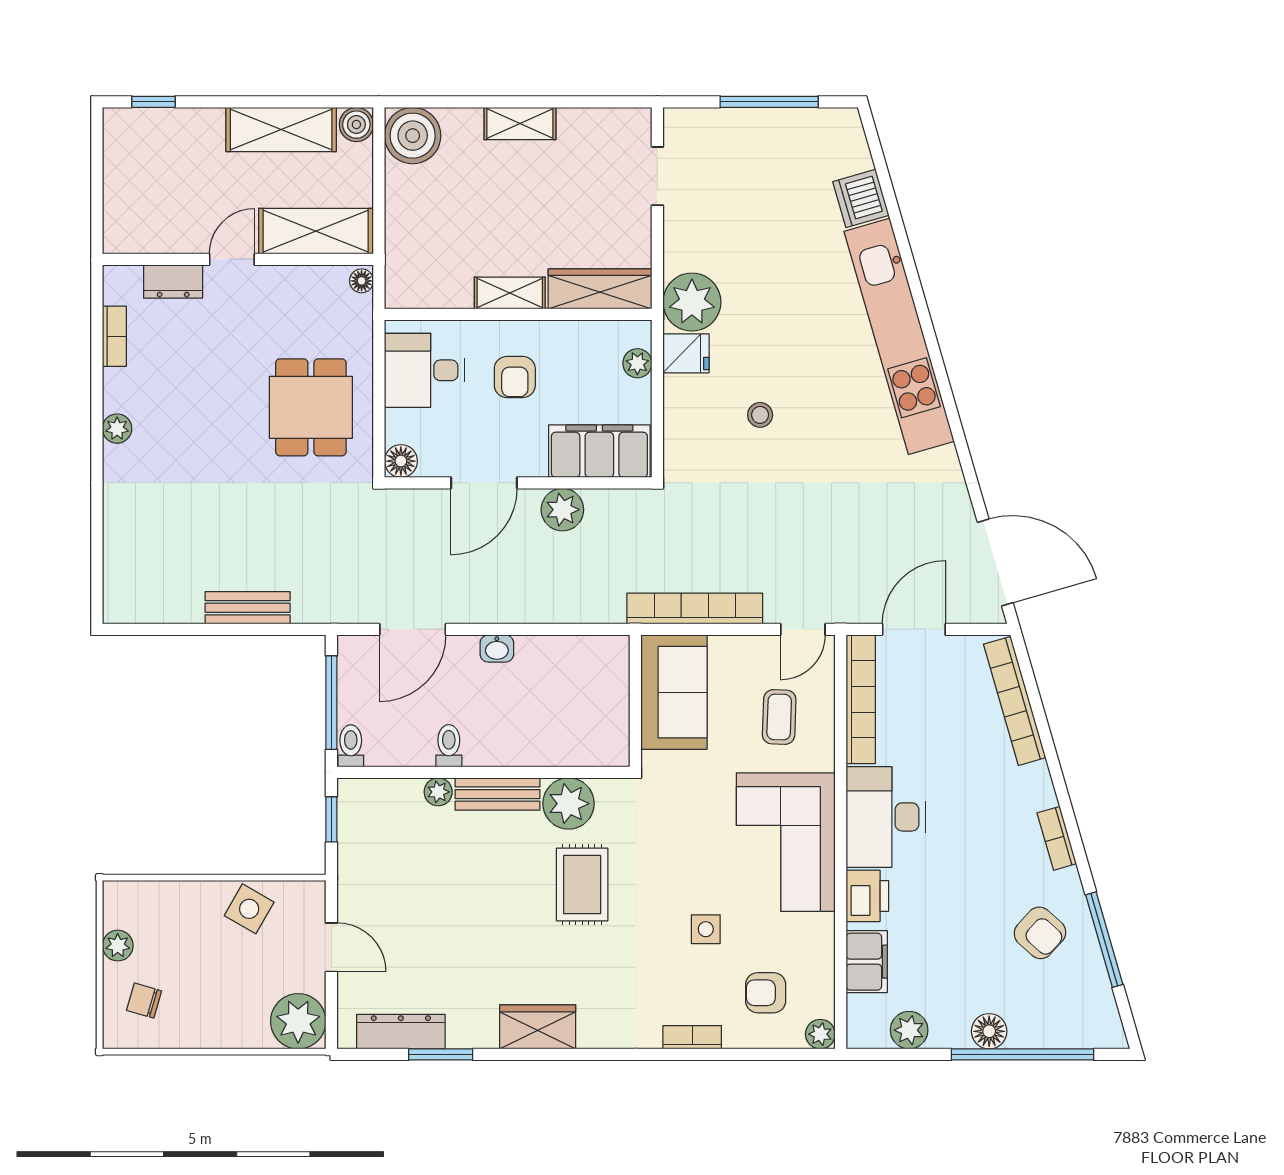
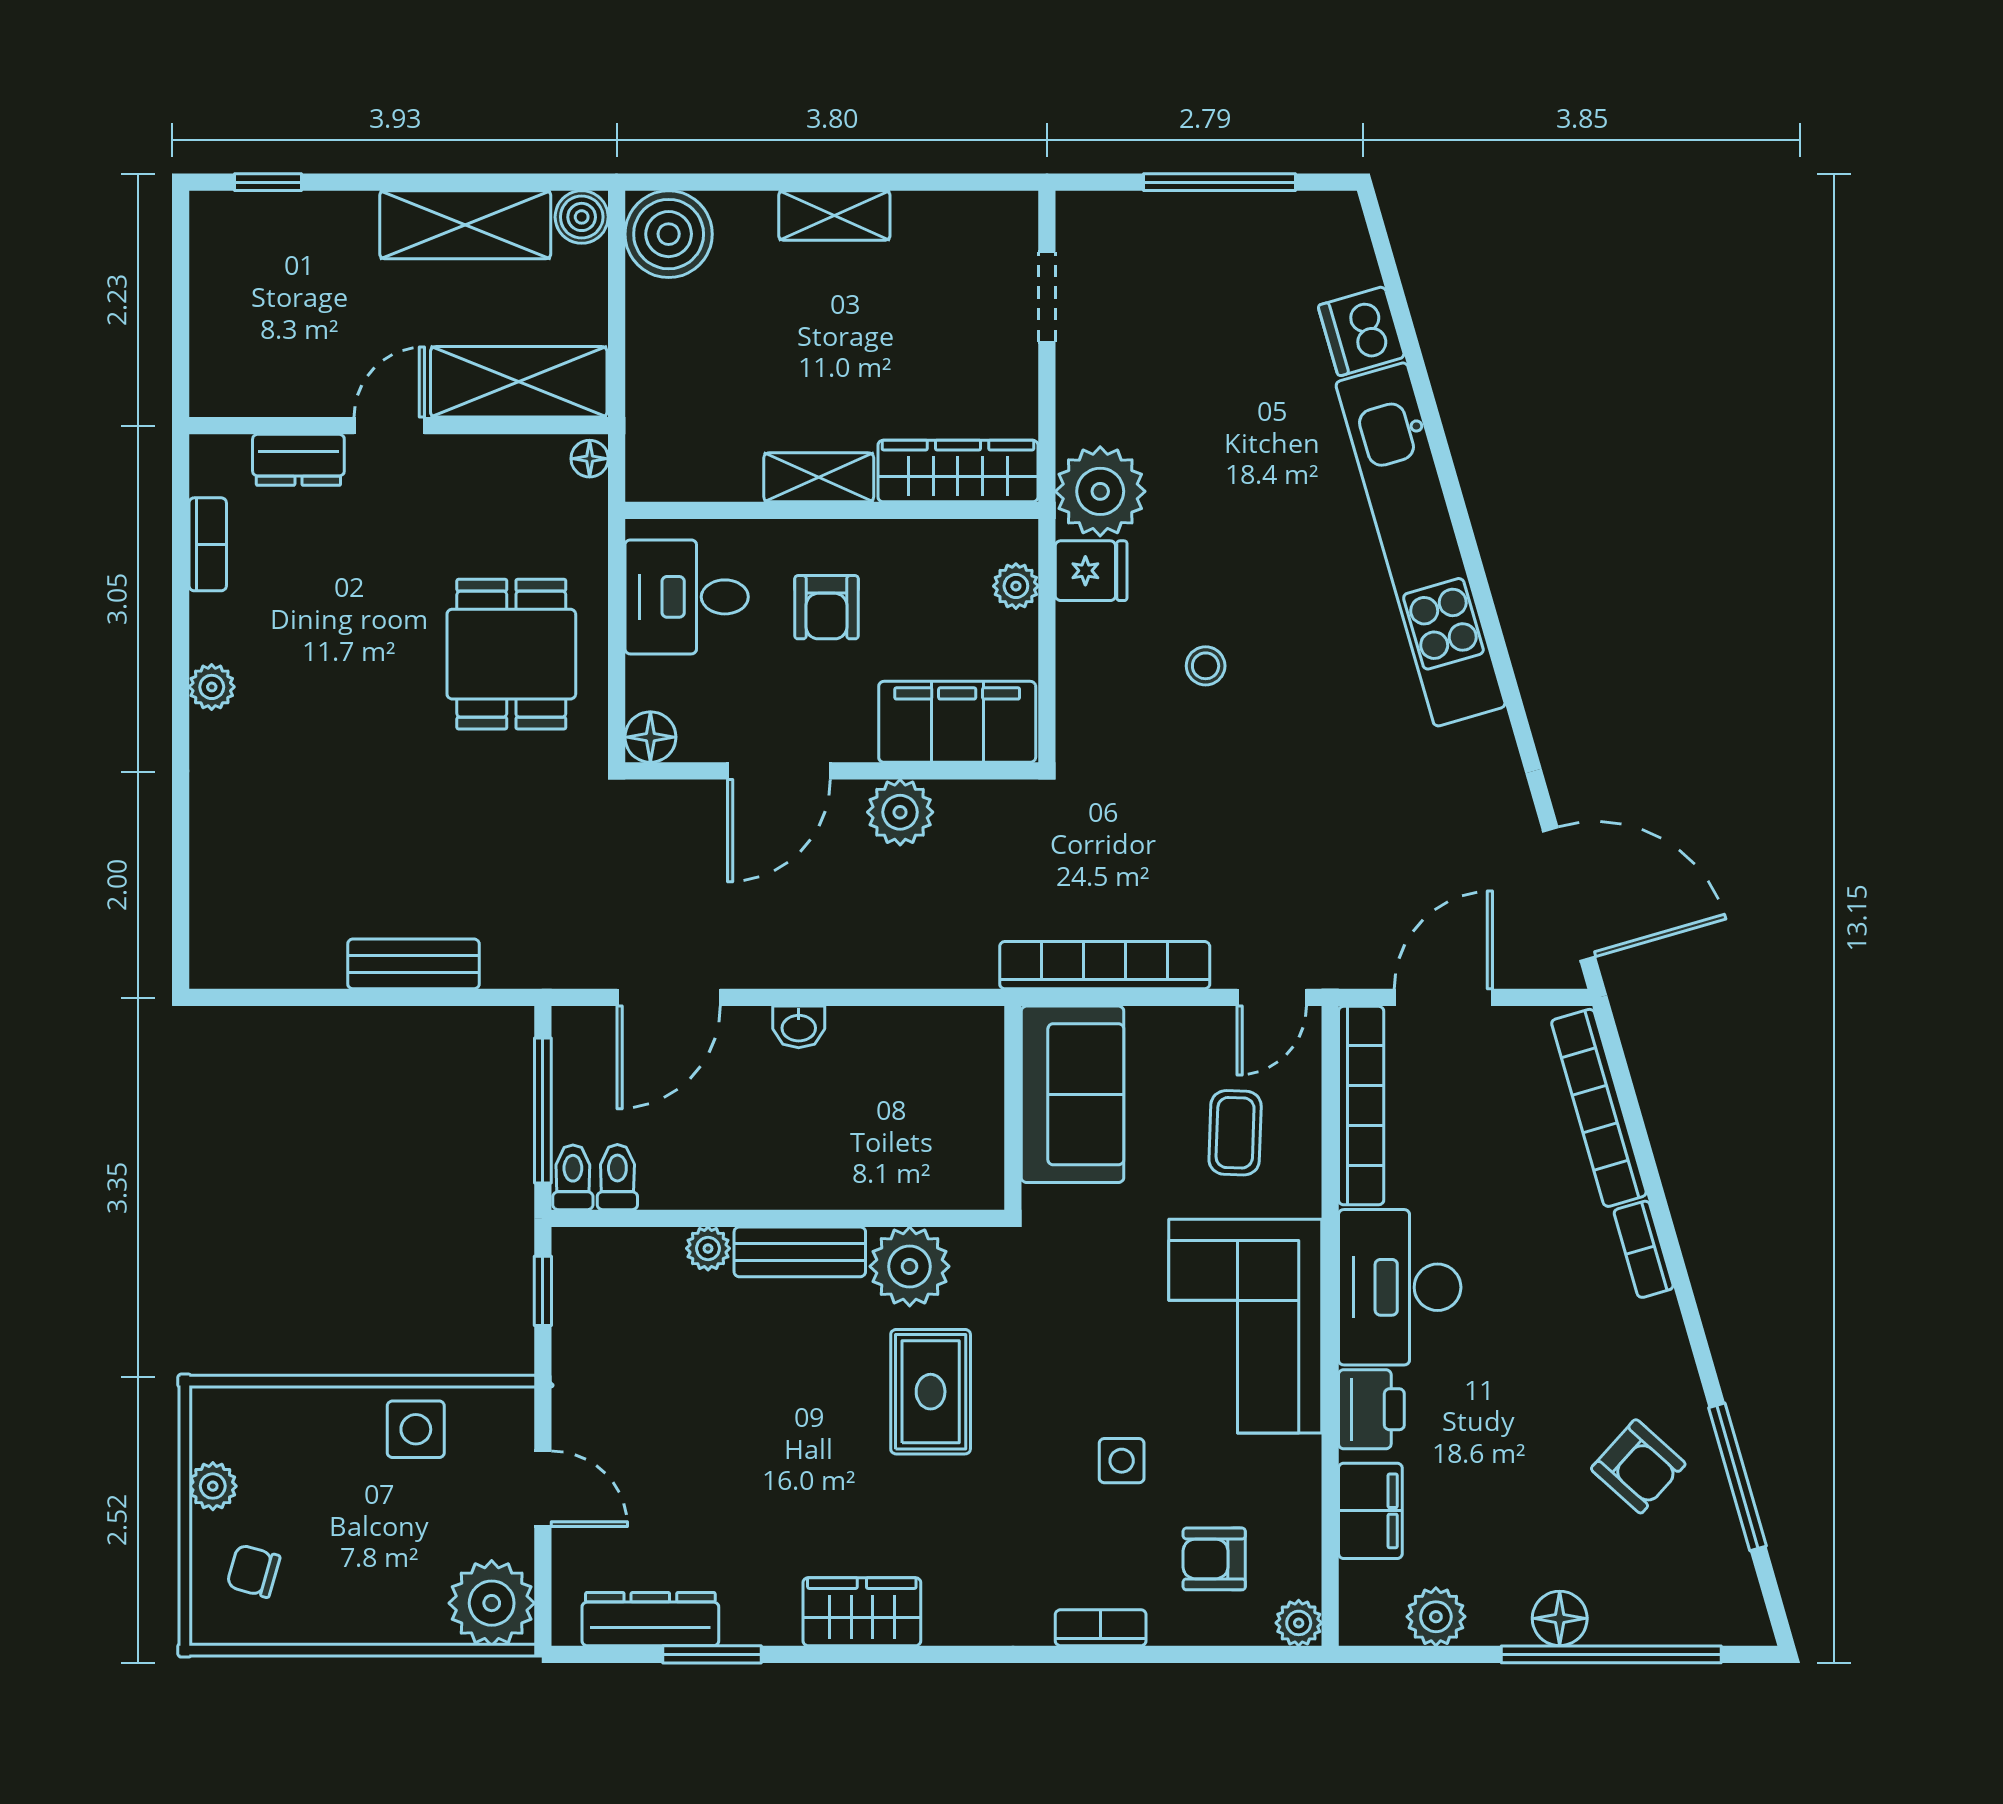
toilet: (449, 746) -> (617, 1177), moved
bookcase: (1057, 838) -> (1644, 1249), moved
side table: (249, 909) -> (416, 1429), turned -30

